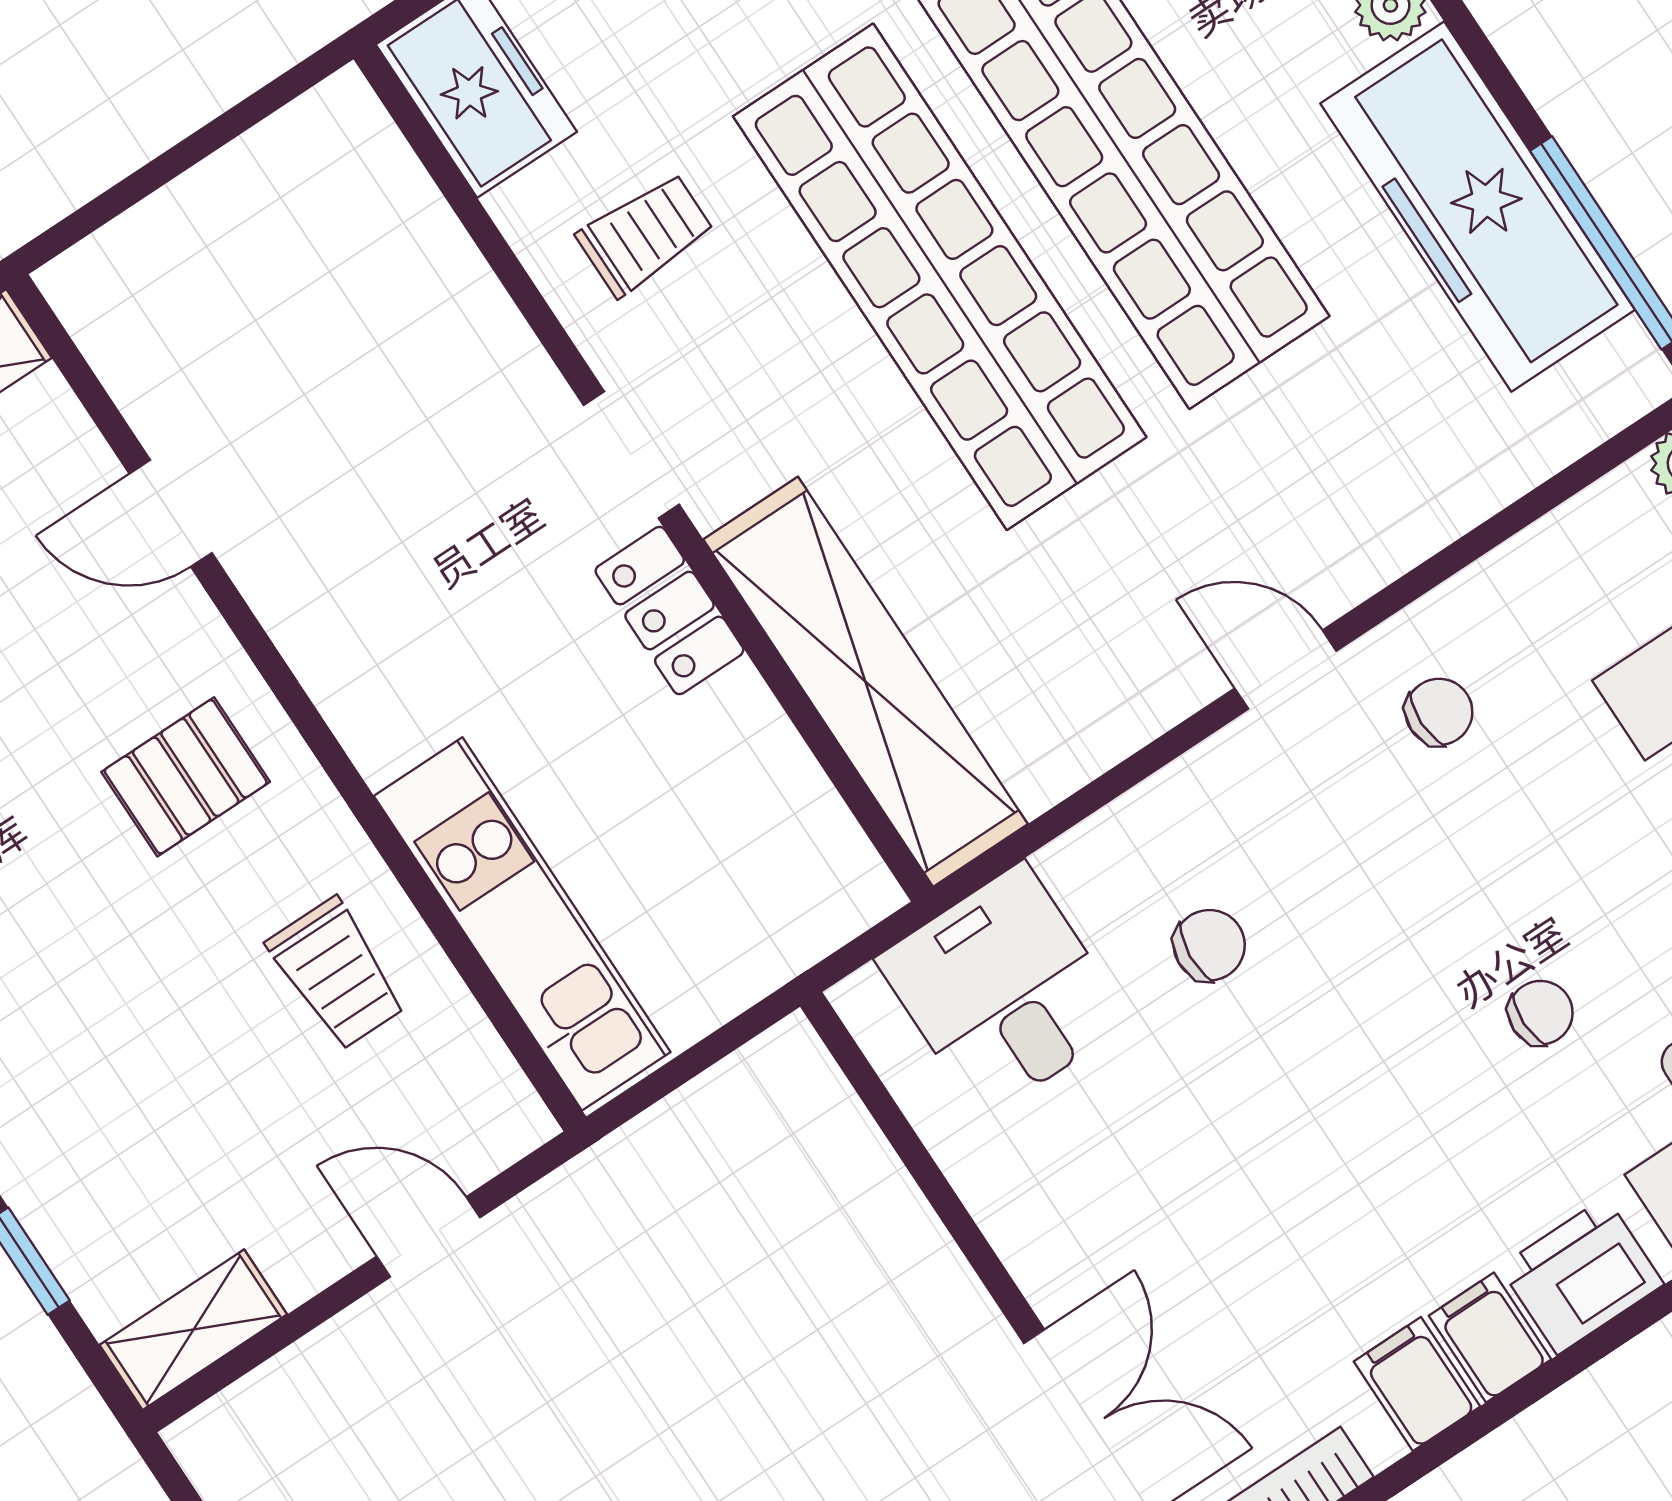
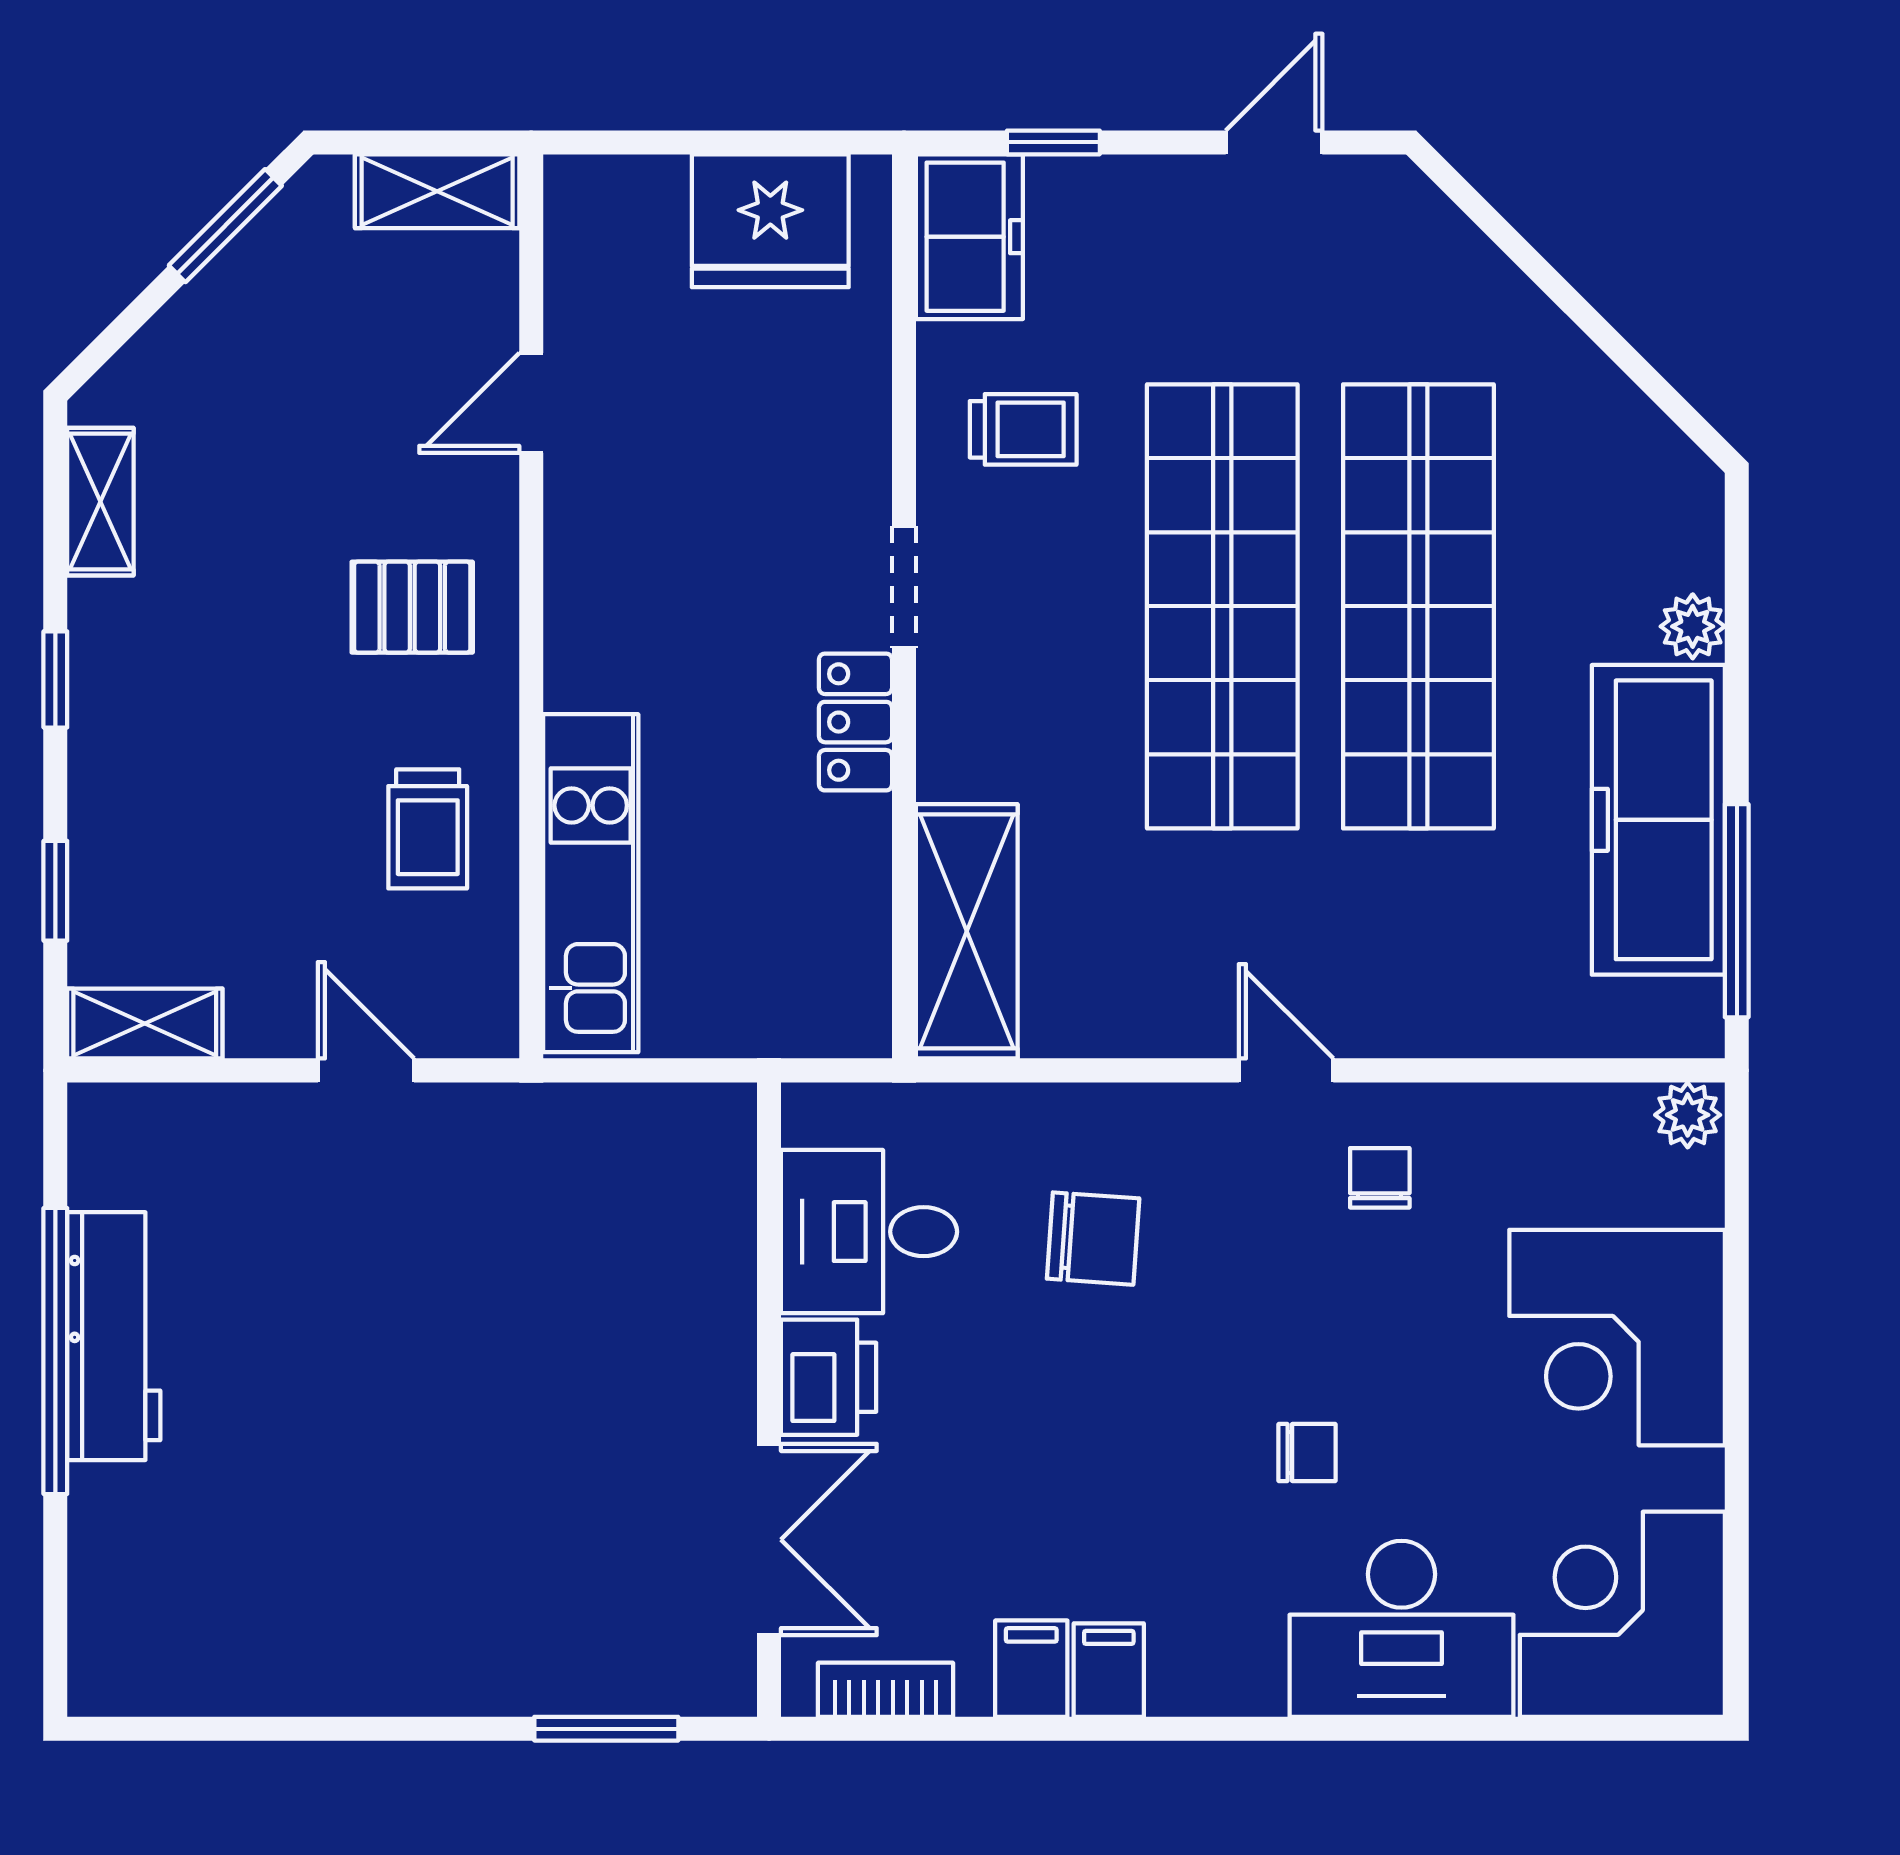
fridge: (281, 196) -> (770, 221), added
door: (171, 513) -> (531, 403), hinge flipped
shelving: (866, 682) -> (967, 931), width x0.68
chair: (1439, 712) -> (1380, 1178), turned -90
chair: (1209, 945) -> (1093, 1239), width x1.37, depth x1.37
desk: (1003, 990) -> (869, 1232), moved, turned -90
printer: (1582, 1276) -> (829, 1377), moved, turned 90

